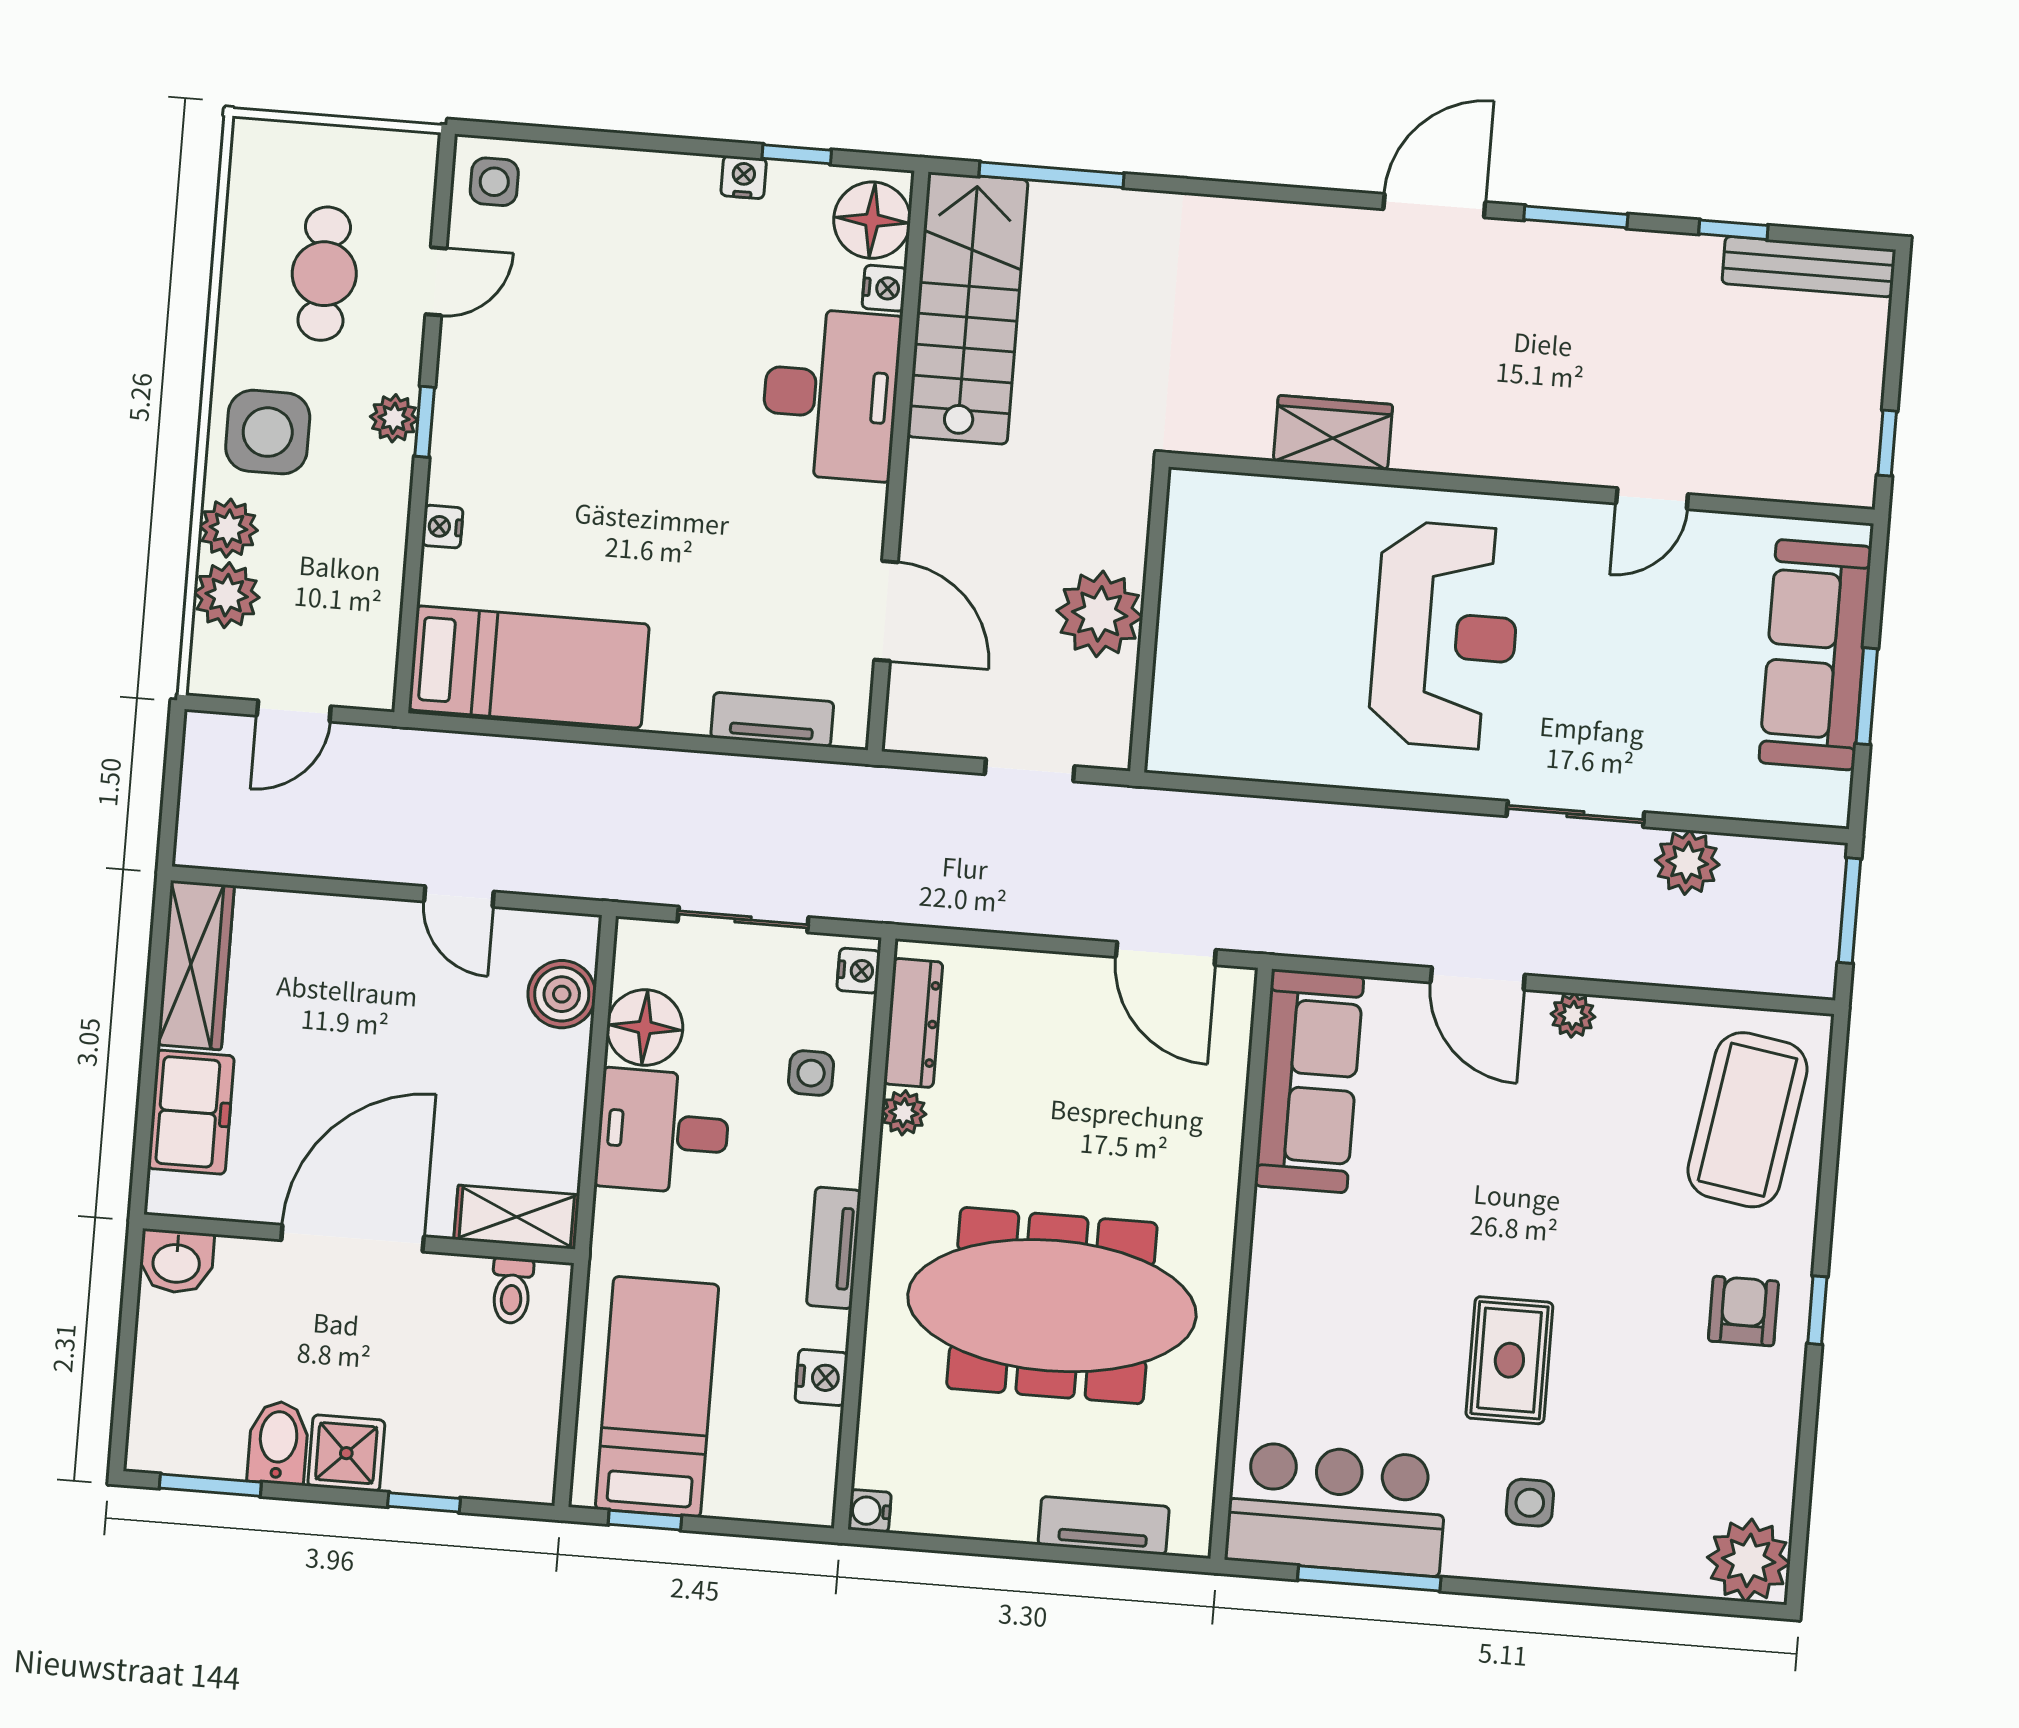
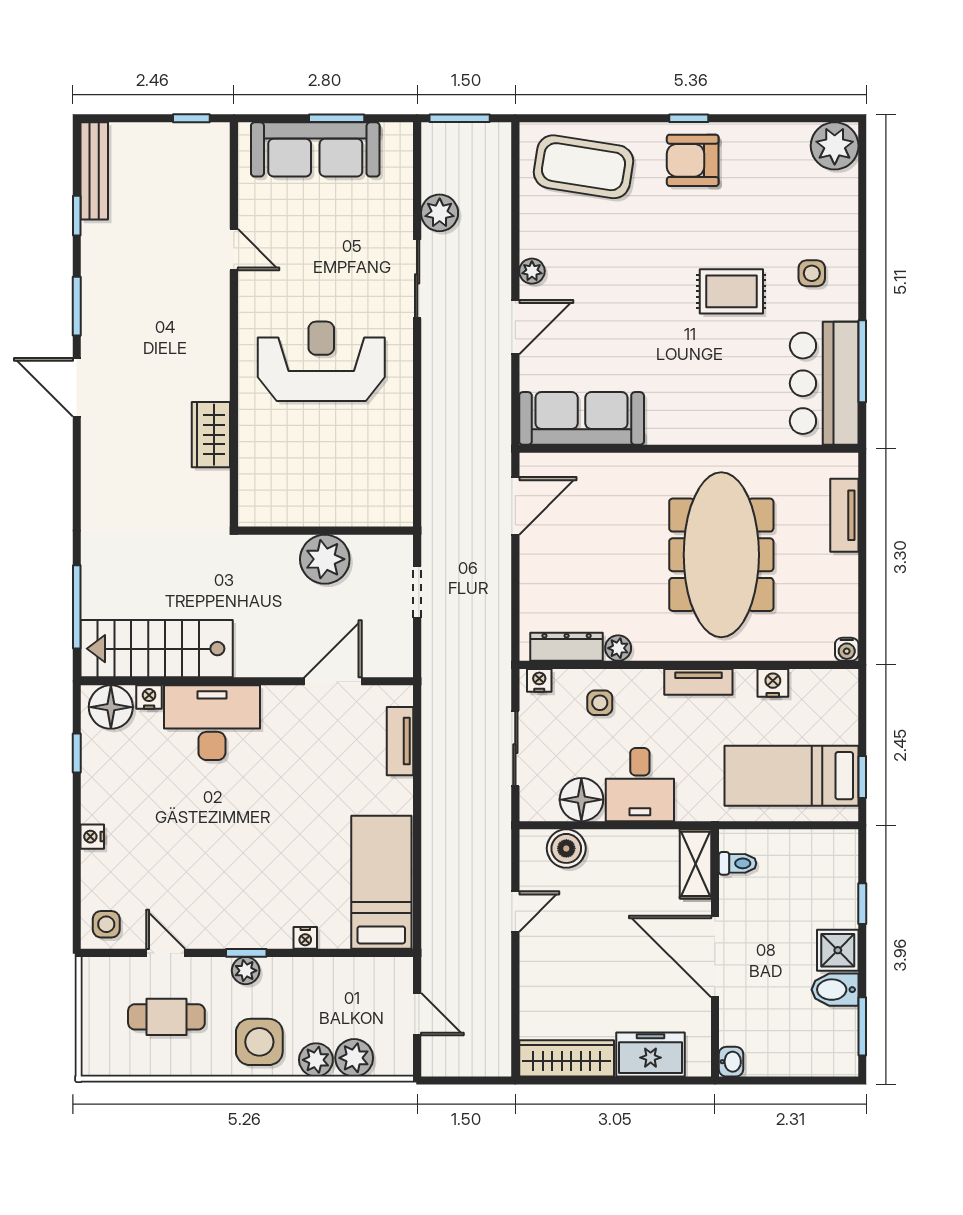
nightstand: (744, 177) -> (92, 837), moved
washbasin: (176, 1262) -> (731, 1062), width x0.72, depth x0.69
armchair: (1743, 1311) -> (693, 160), width x1.38, depth x1.38

